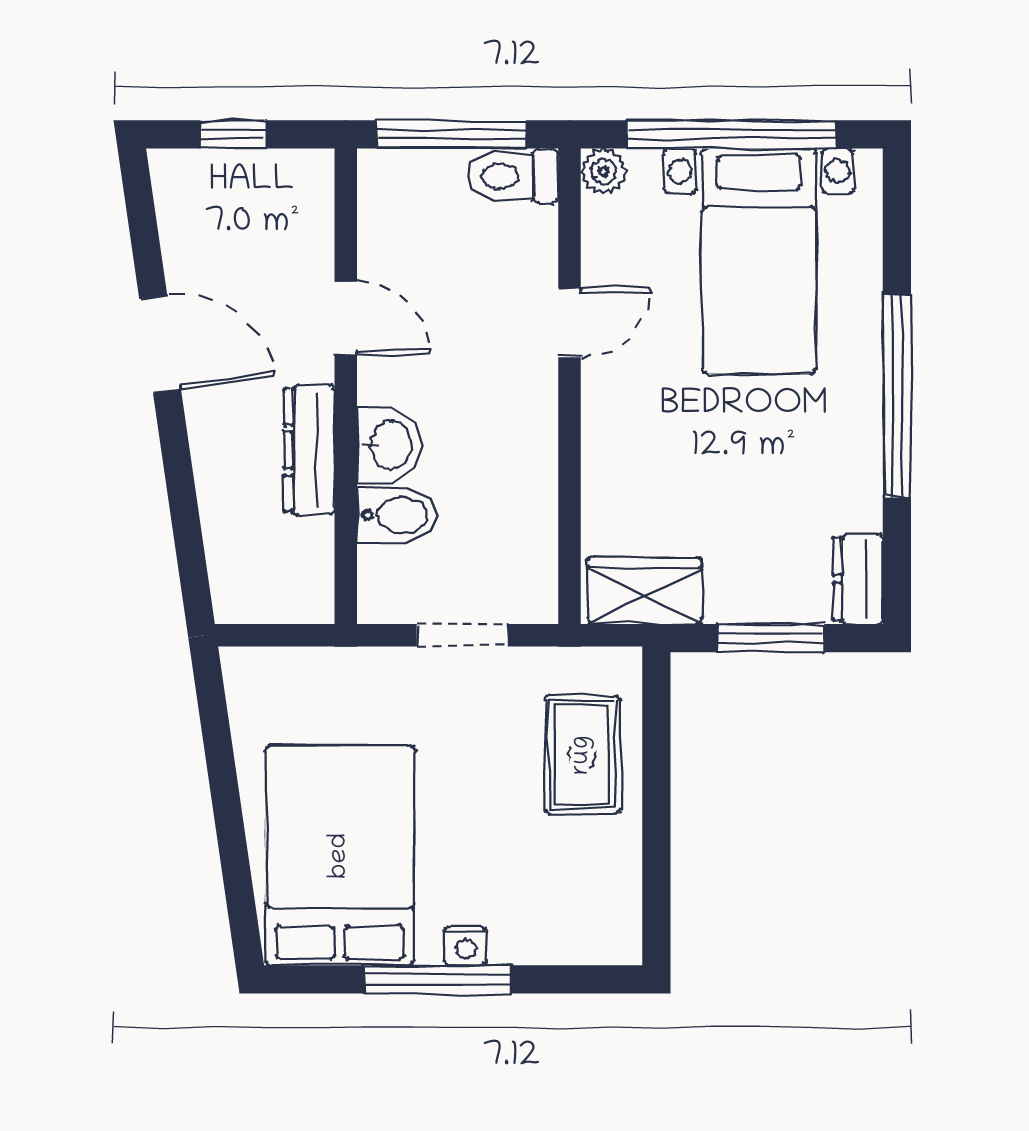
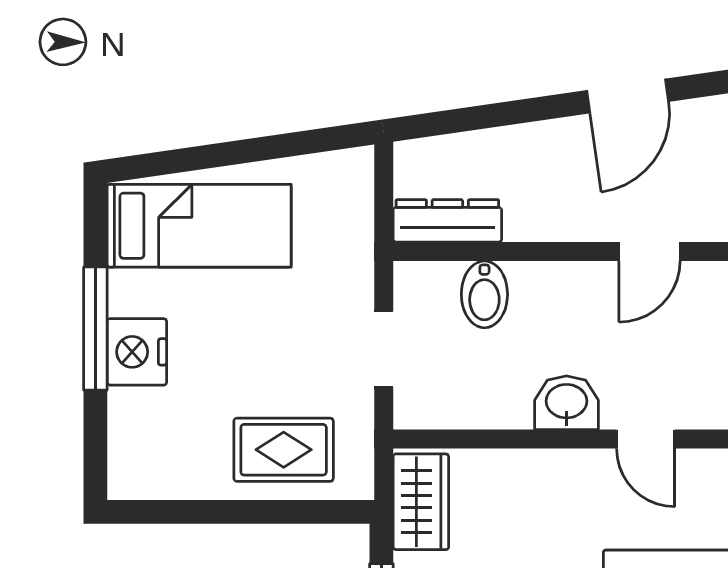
washbasin: (389, 445) -> (566, 403), moved, turned 180
dresser: (309, 450) -> (447, 221), moved
bed: (340, 856) -> (199, 226), width x0.67
nightstand: (465, 946) -> (137, 352), width x1.89, depth x1.79

